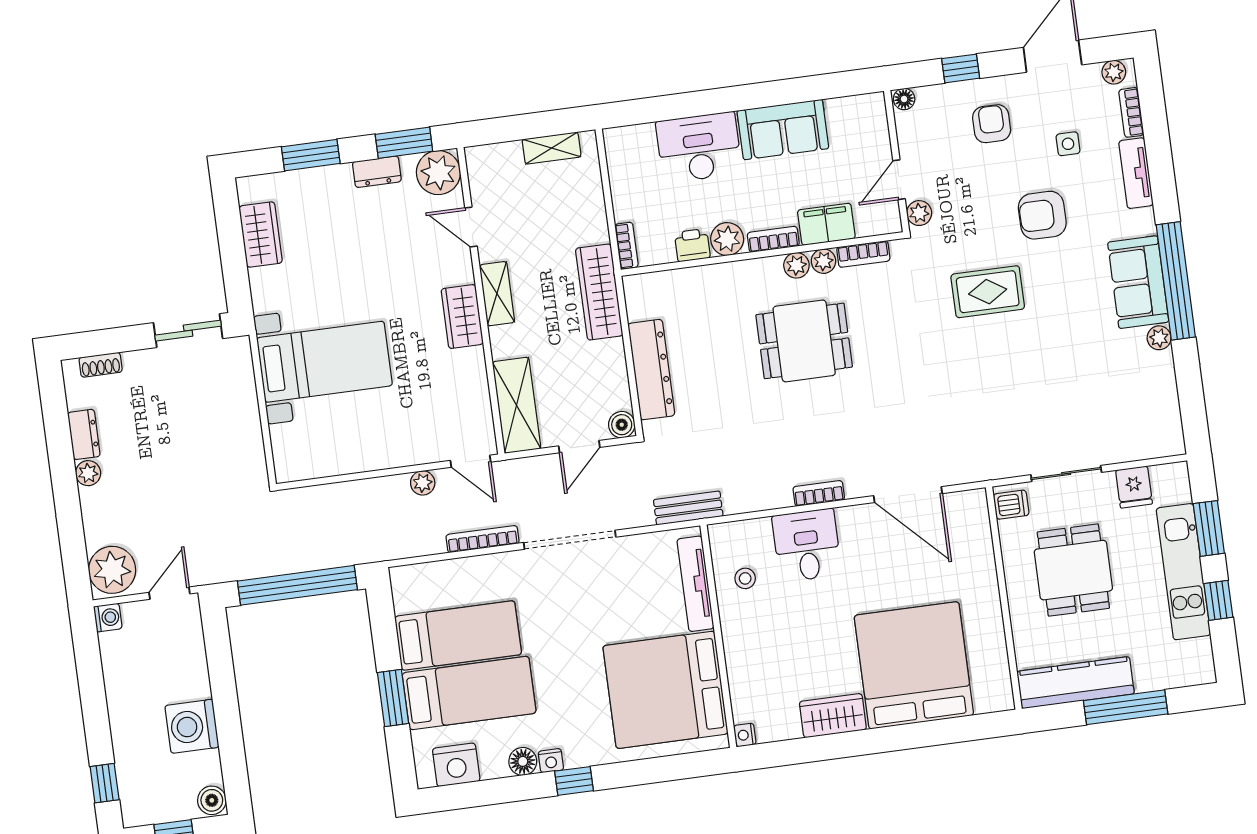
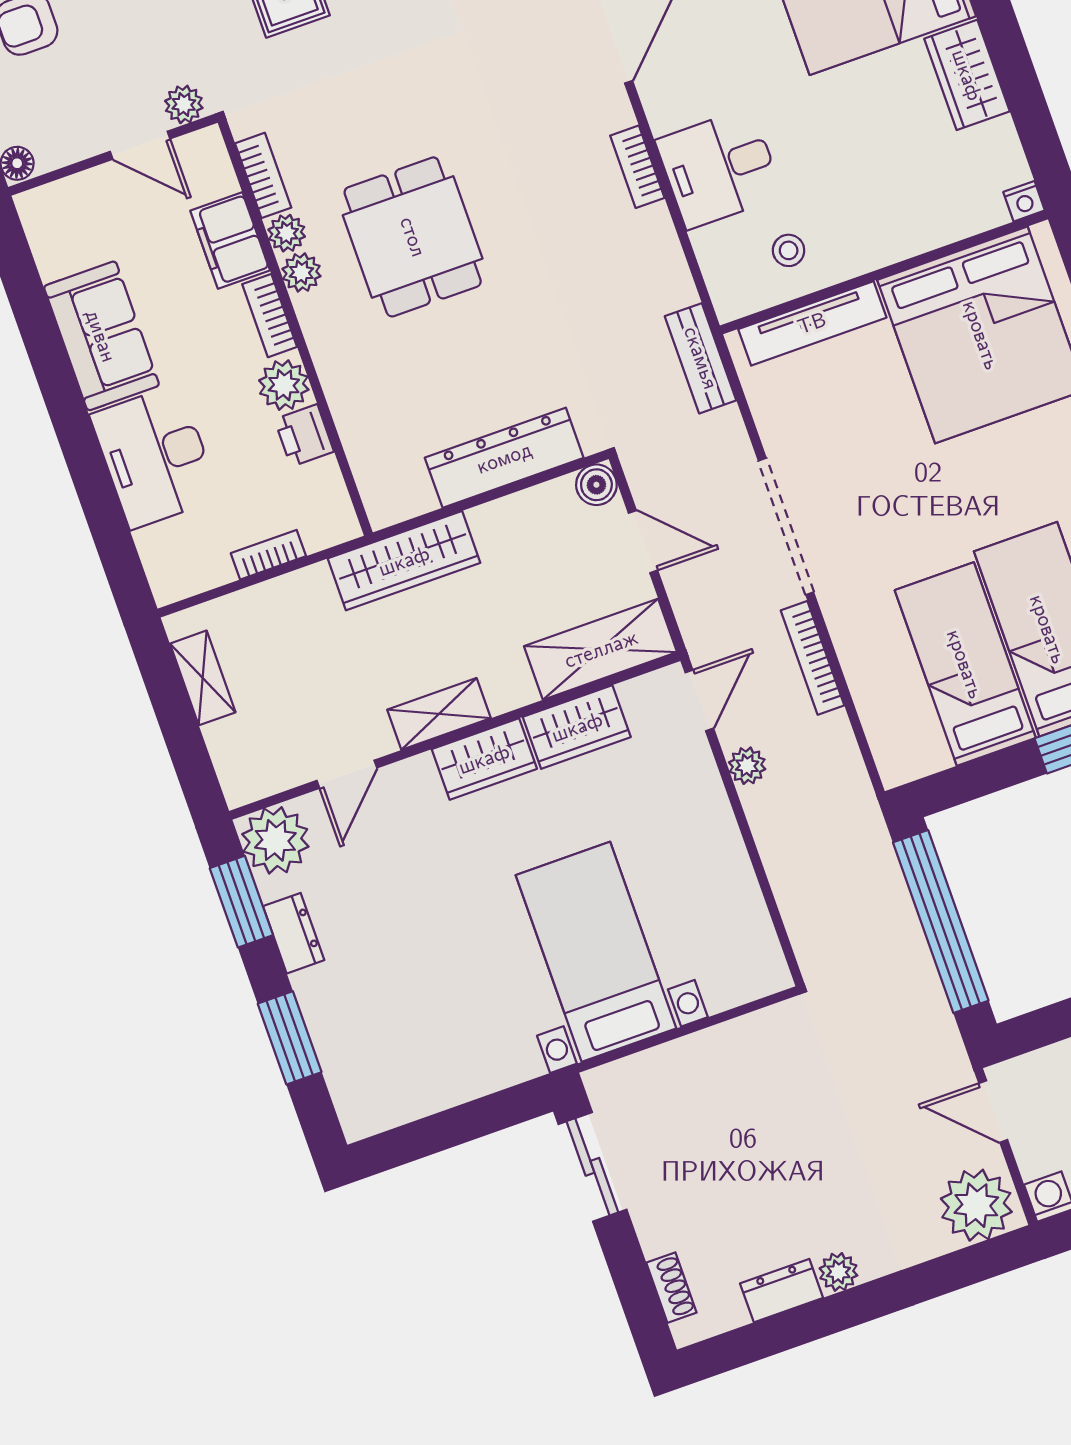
wardrobe: (261, 235) -> (577, 727), moved, turned 180
bookcase: (626, 246) -> (268, 555), moved

